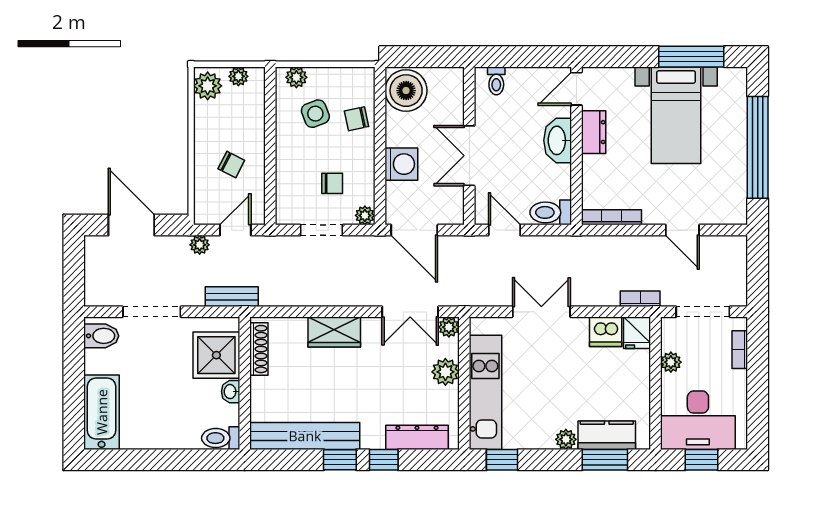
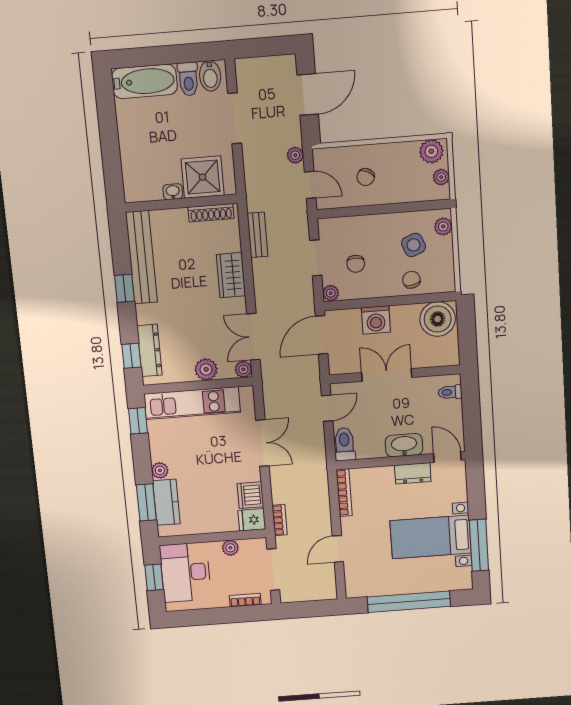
bench: (232, 297) -> (257, 235), moved
toilet: (221, 438) -> (188, 79), moved, turned 180
window: (384, 460) -> (131, 356), moved

